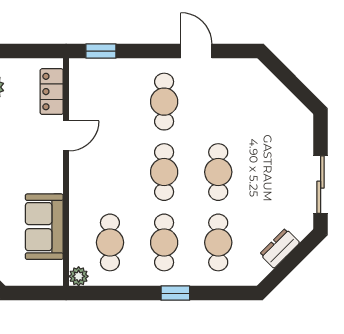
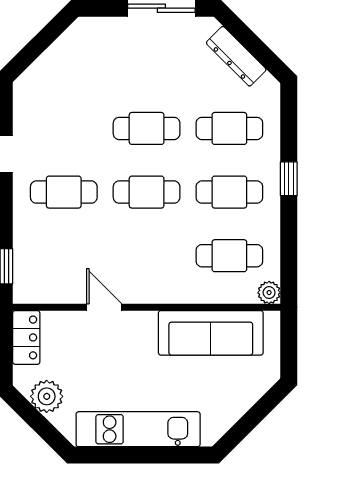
locker: (52, 92) -> (26, 337), moved, turned -90
sofa: (44, 227) -> (211, 333), width x1.36
dresser: (280, 248) -> (236, 56), width x1.44

